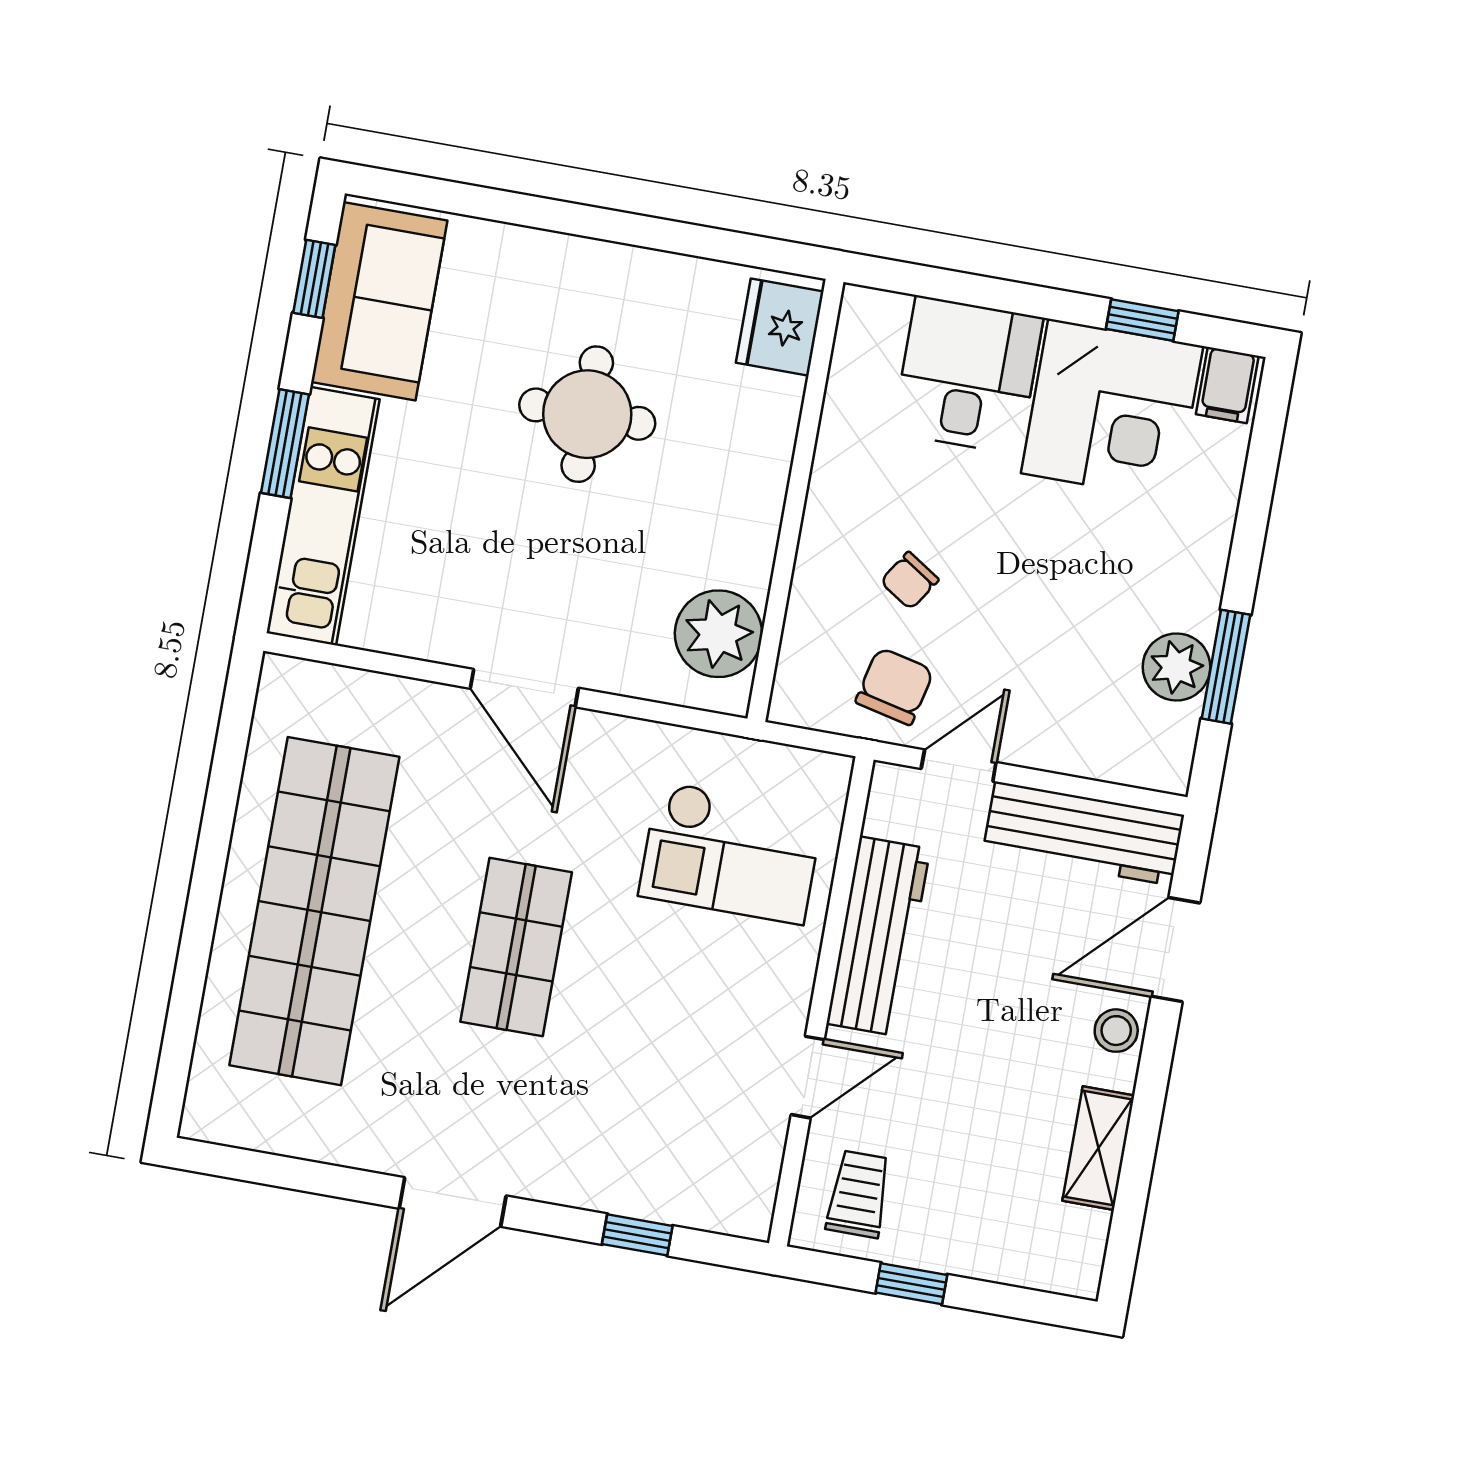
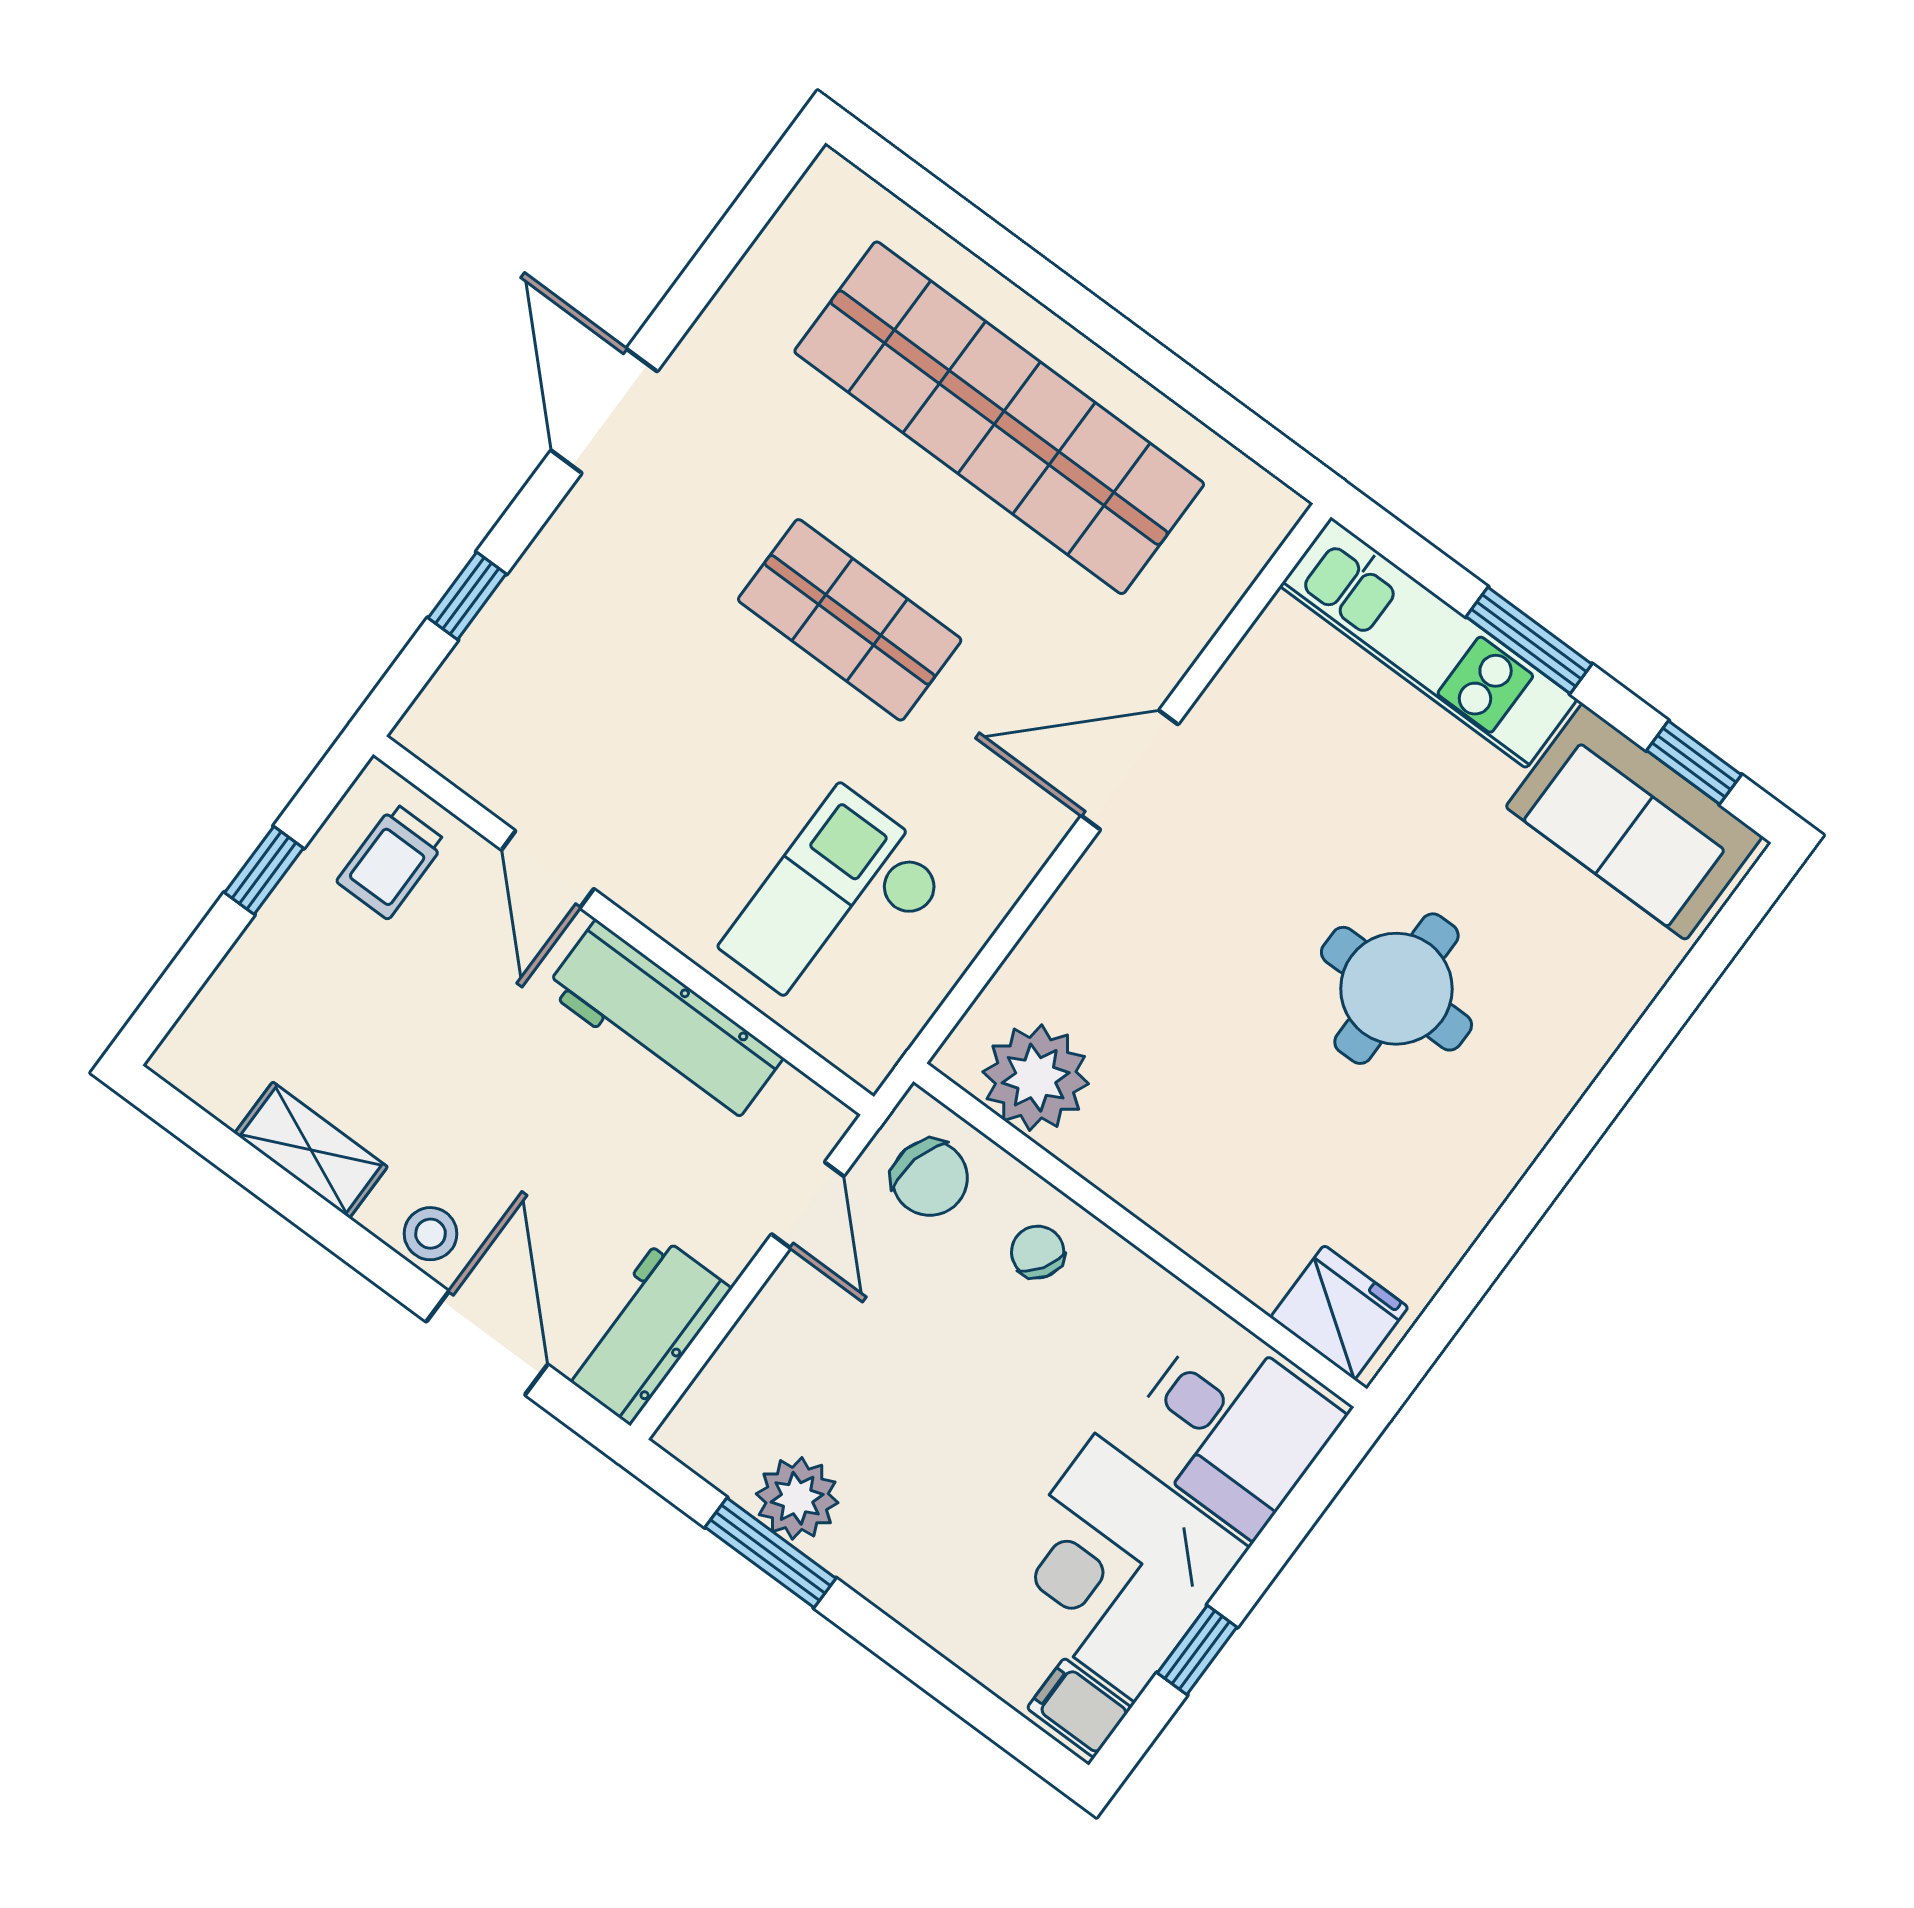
fridge: (780, 327) -> (1339, 1312), moved
wall: (795, 500) -> (1140, 1235), moved
plant: (718, 634) -> (1036, 1078), moved
workbench: (1084, 834) -> (646, 1331), width x0.73
trolley: (859, 1194) -> (391, 861), turned 90

